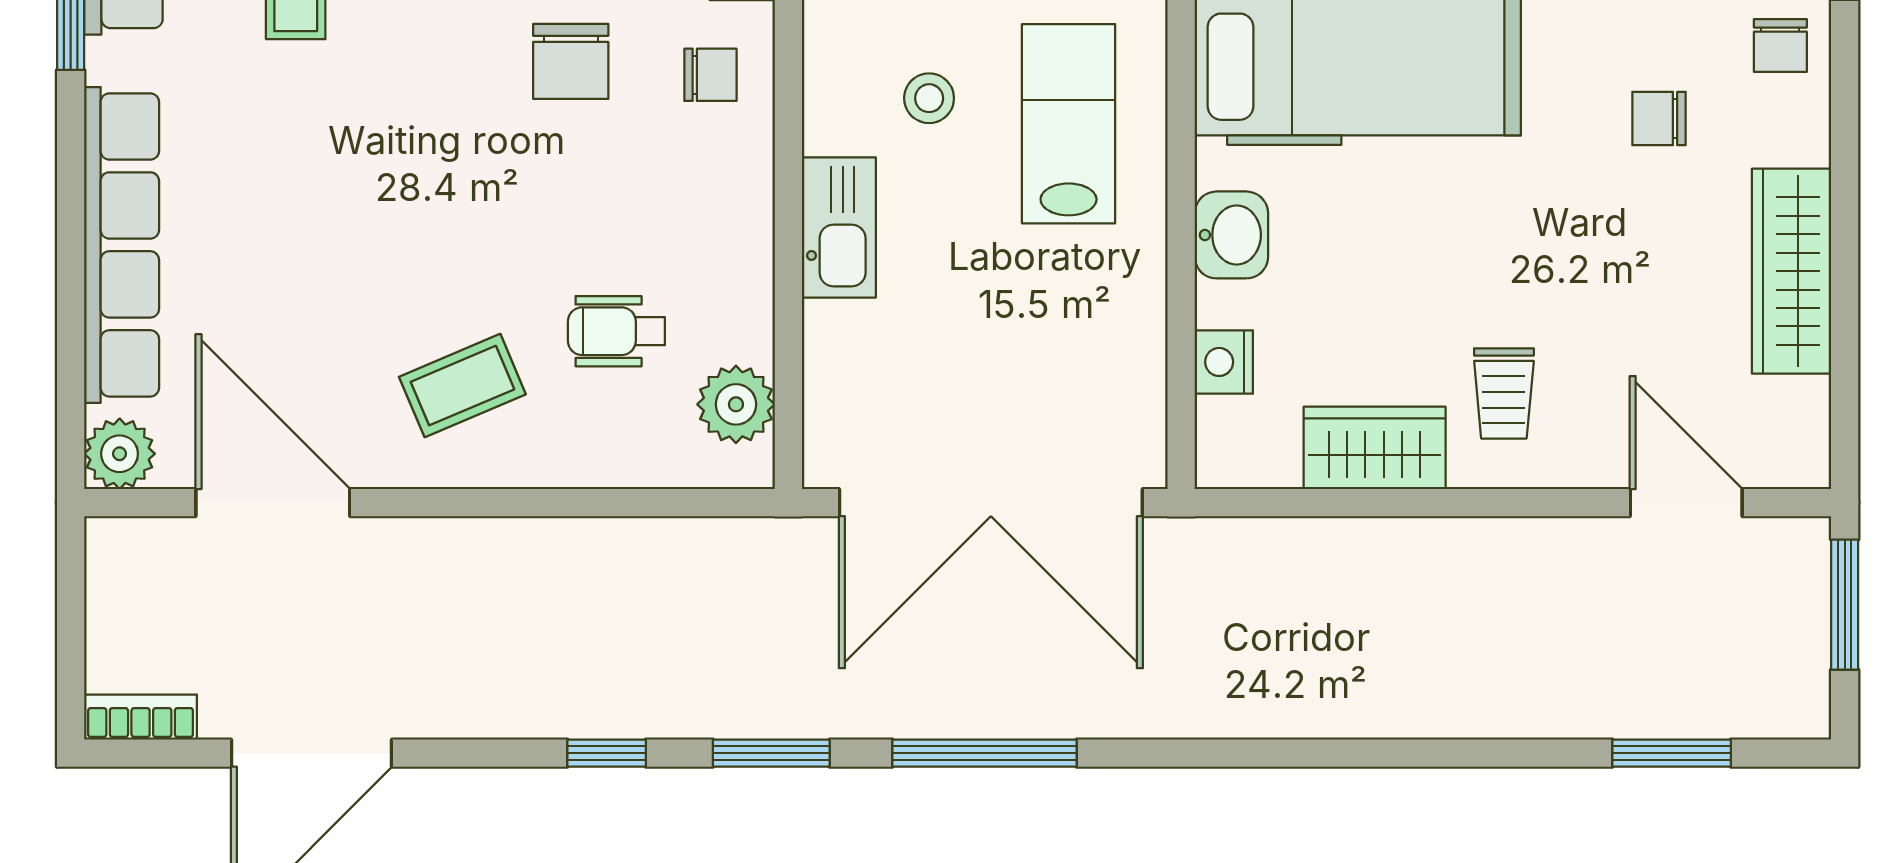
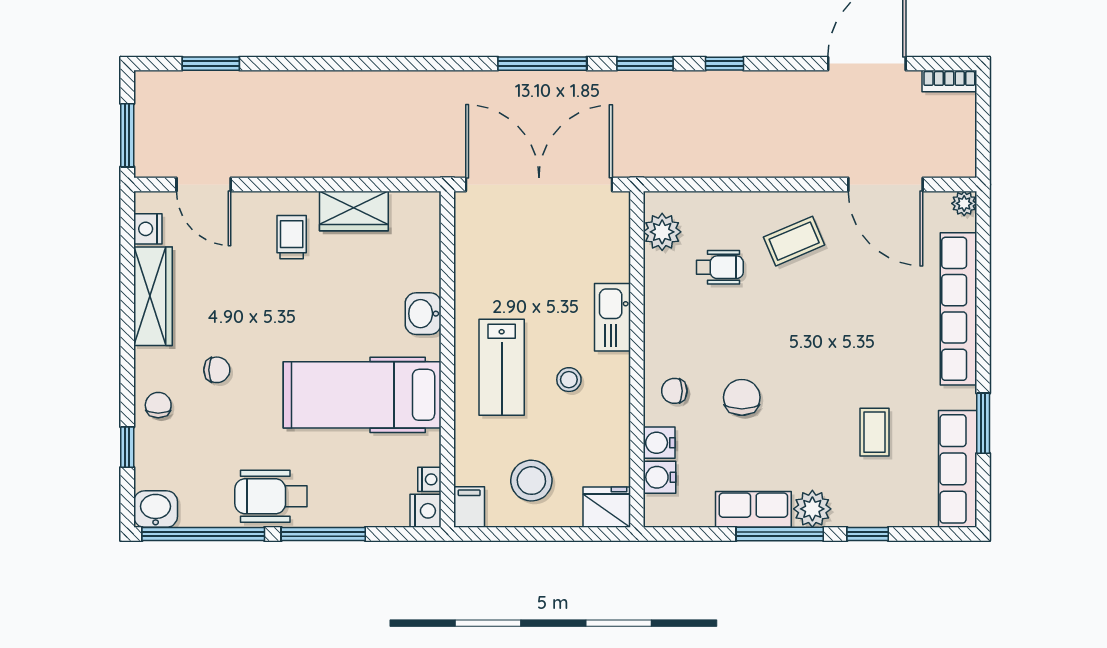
nightstand: (1224, 362) -> (148, 229), moved, turned 180
plant: (120, 454) -> (964, 203), width x0.73, depth x0.73

